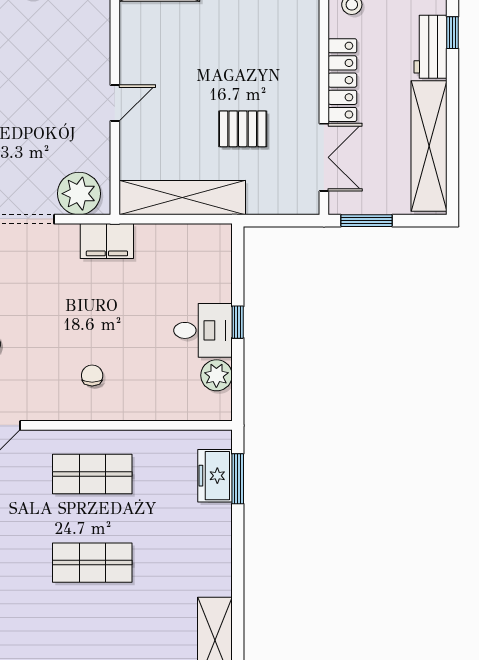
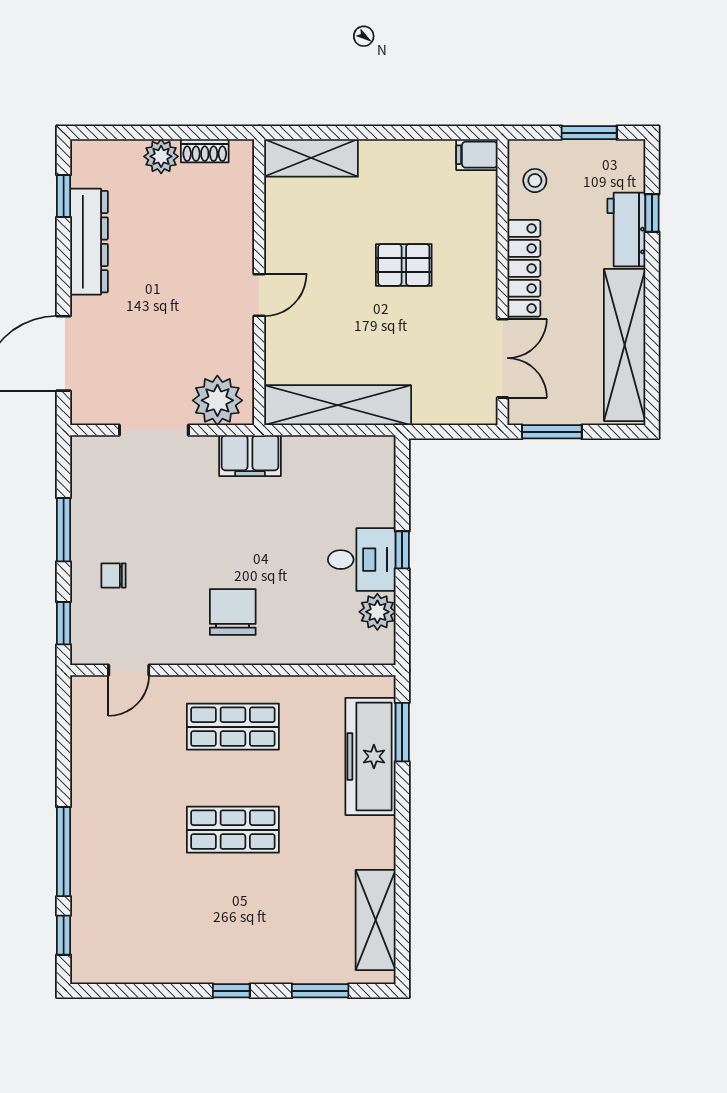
pallet: (243, 129) -> (404, 265), moved
chair: (92, 375) -> (233, 612), width x1.87, depth x1.87
freezer: (215, 476) -> (370, 756), width x1.91, depth x1.26

